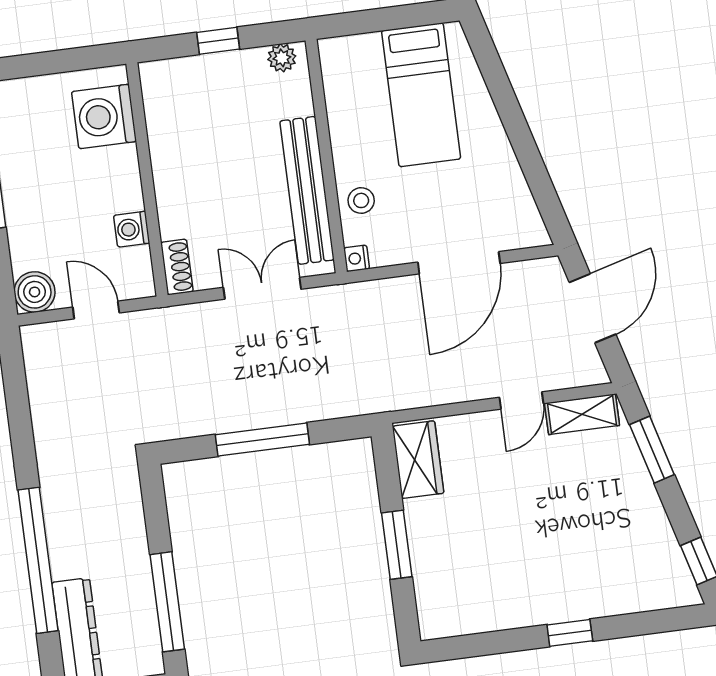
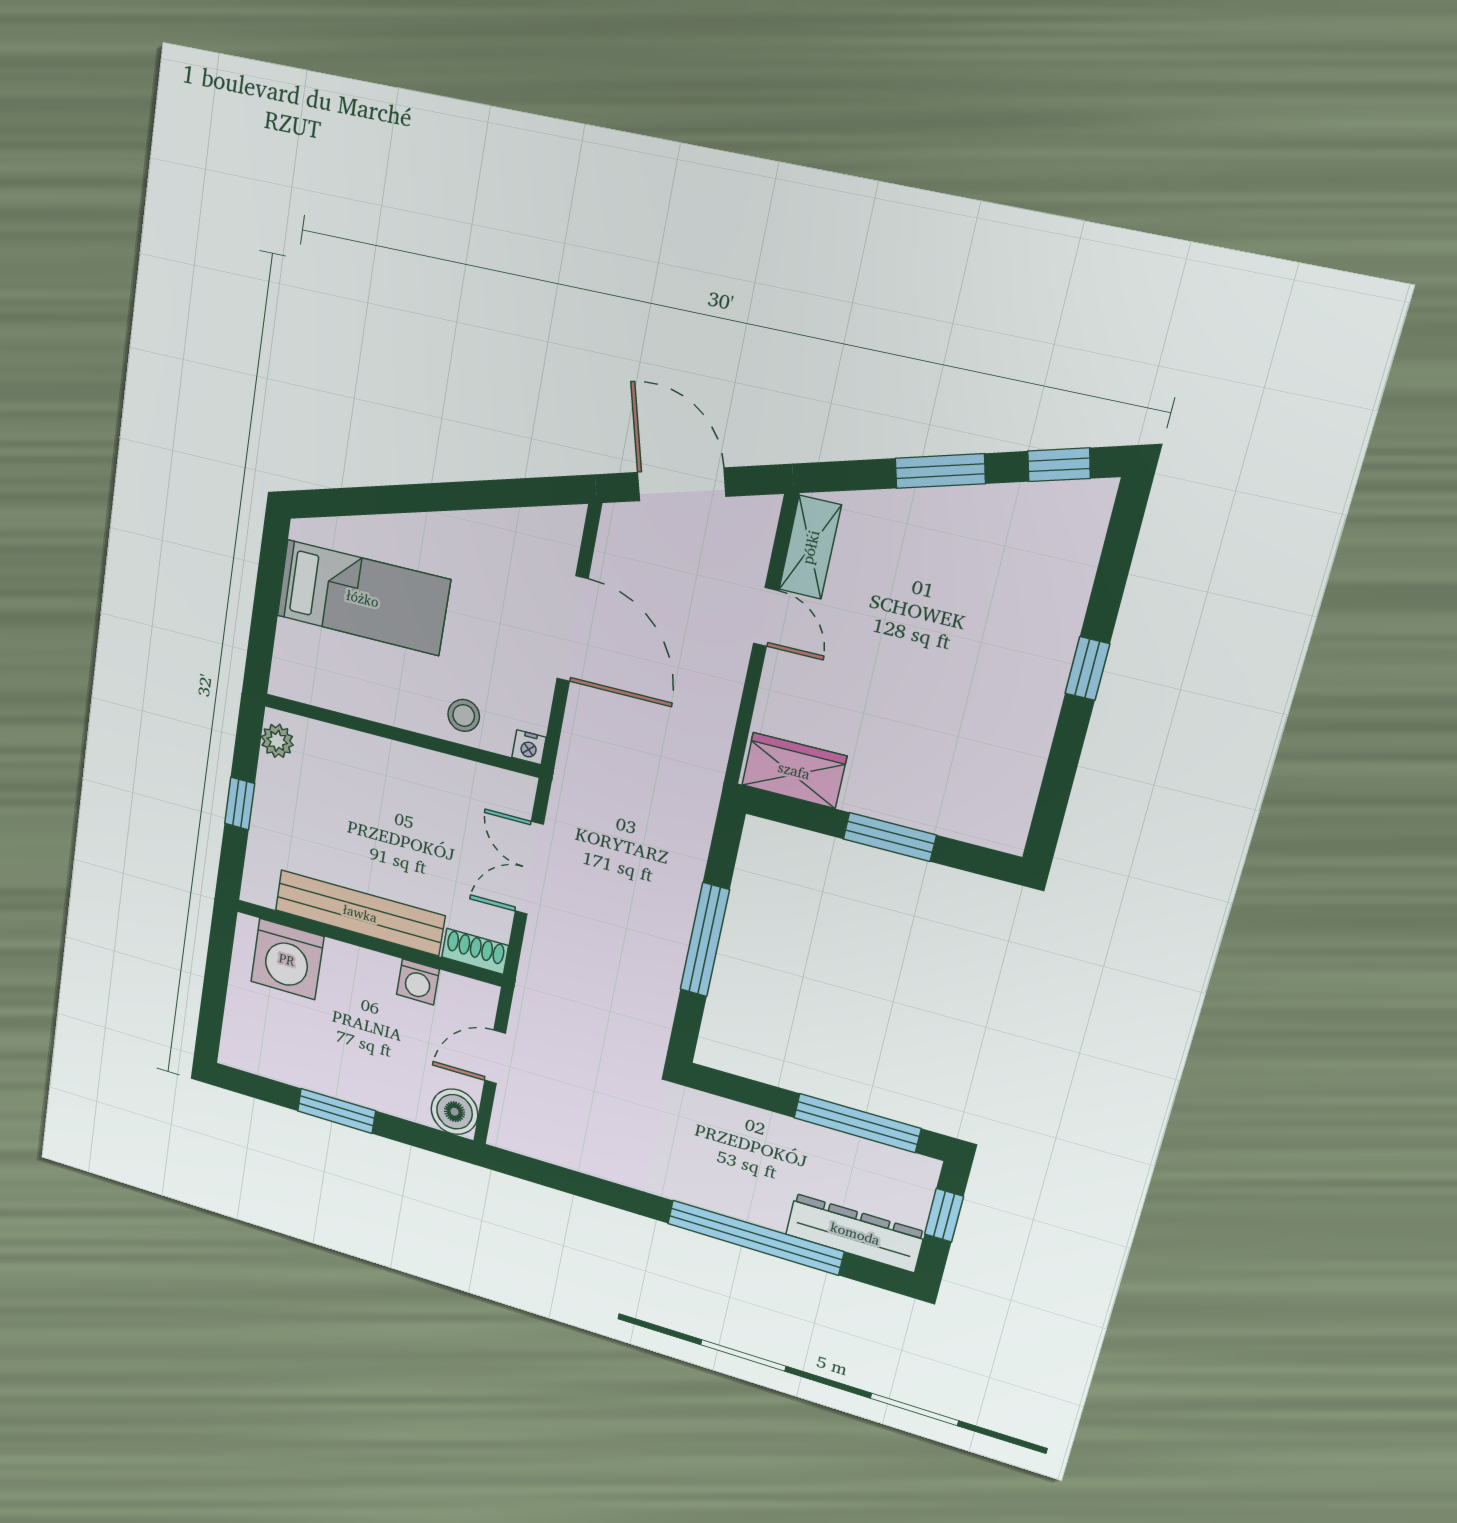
bench: (307, 190) -> (360, 913), moved
window: (652, 450) -> (940, 471), moved

